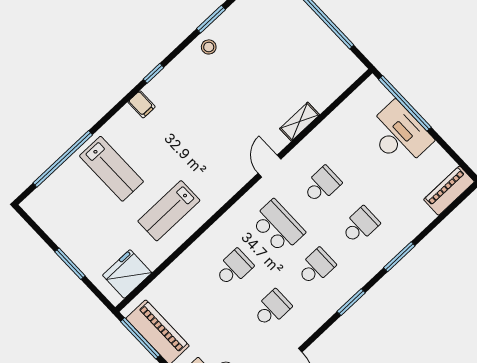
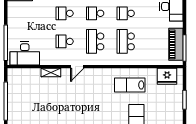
desk: (399, 135) -> (25, 53), moved, turned -90
lab bench: (169, 211) -> (130, 85), turned 180
school desk: (234, 268) -> (126, 41), width x1.85

